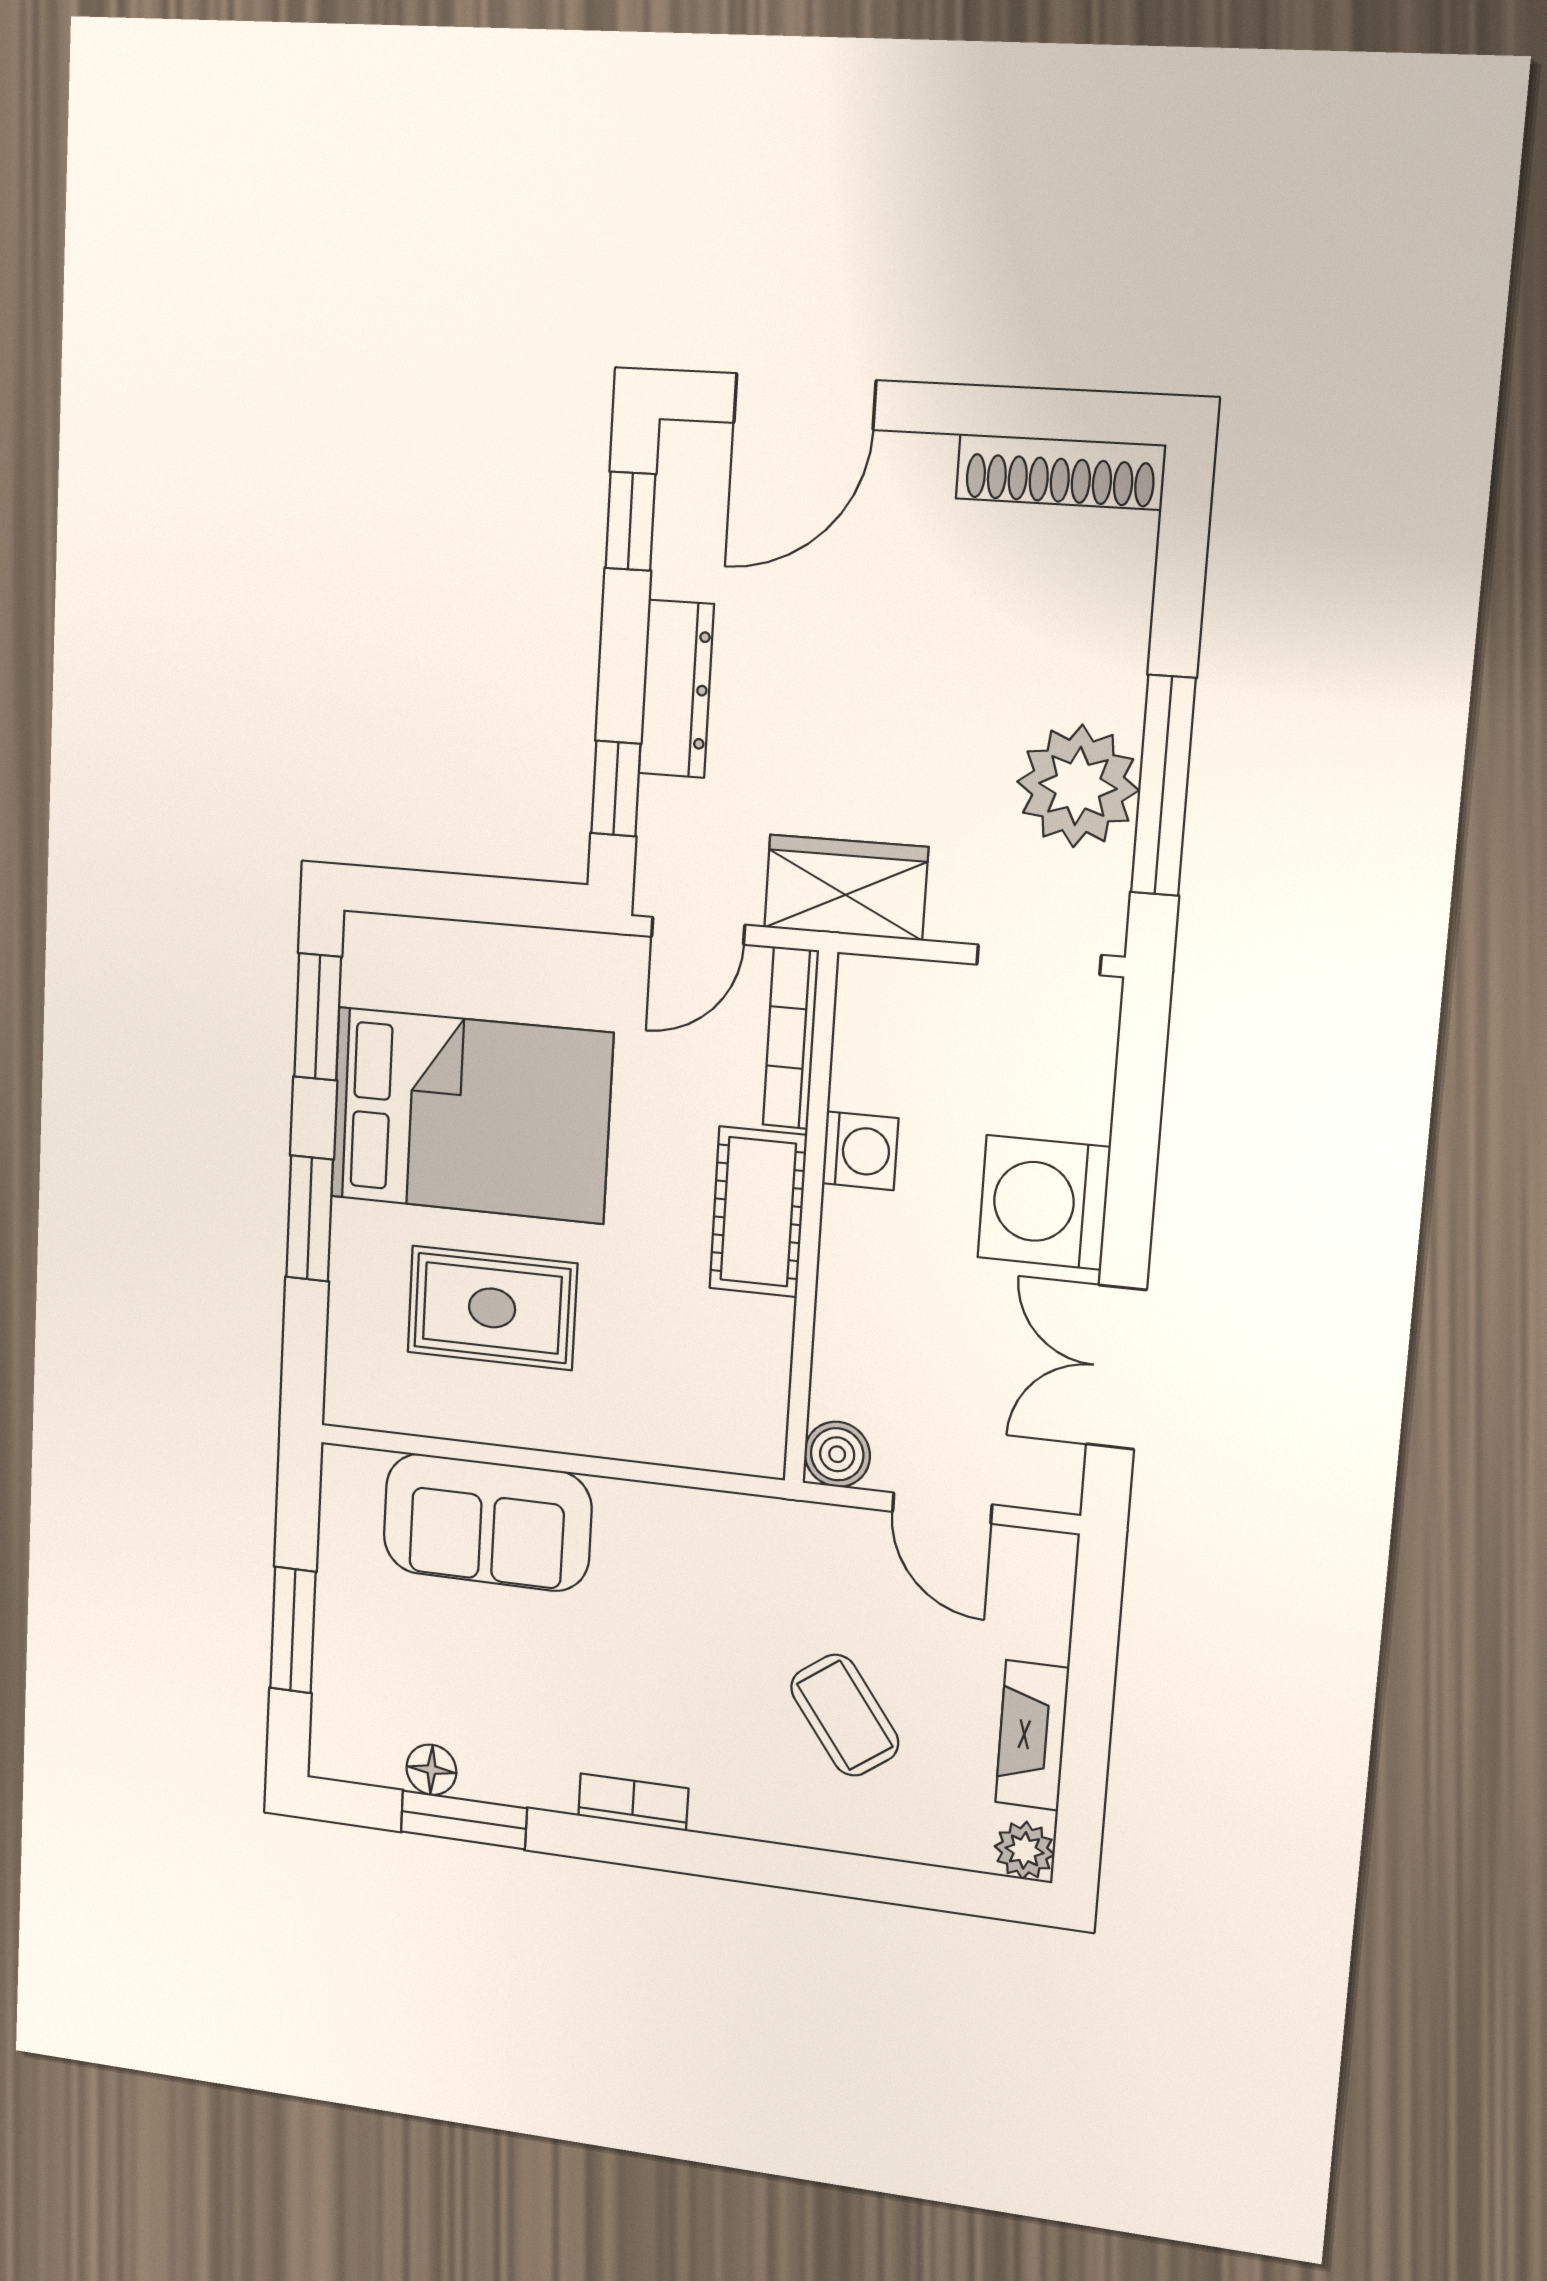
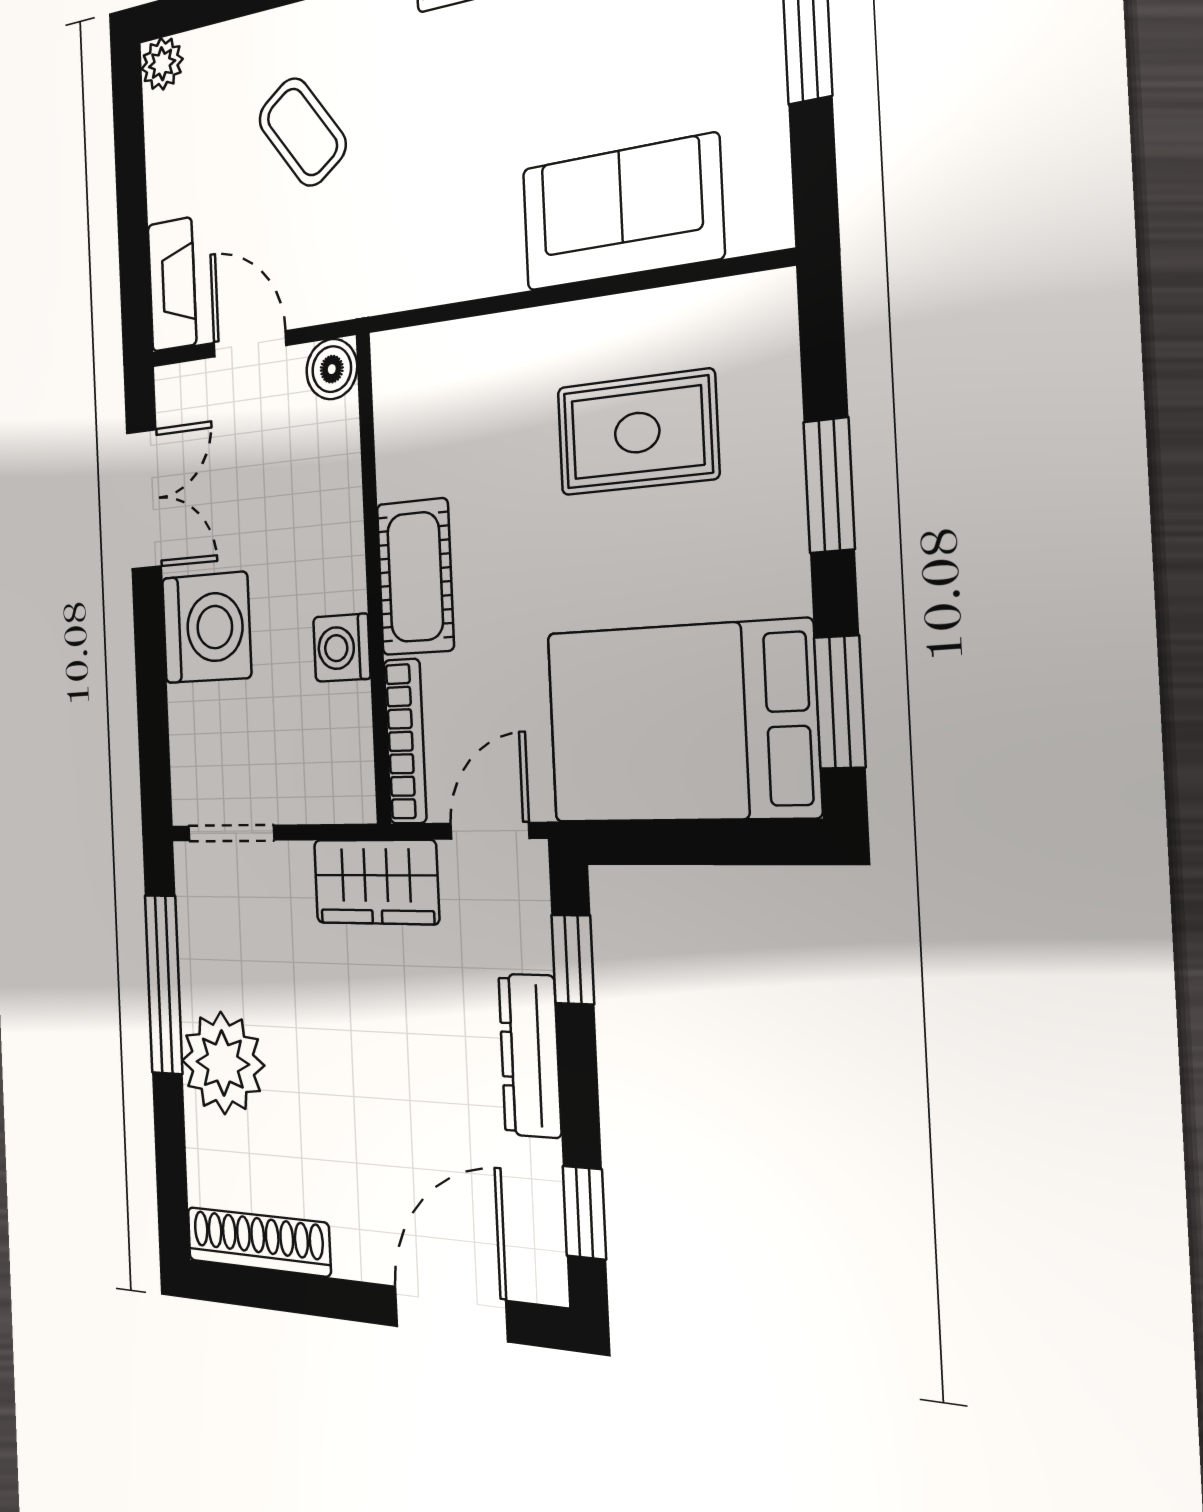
plant: (1078, 786) -> (223, 1063), moved
bed: (471, 1115) -> (680, 723), moved
fireplace: (1032, 1735) -> (172, 285), moved

